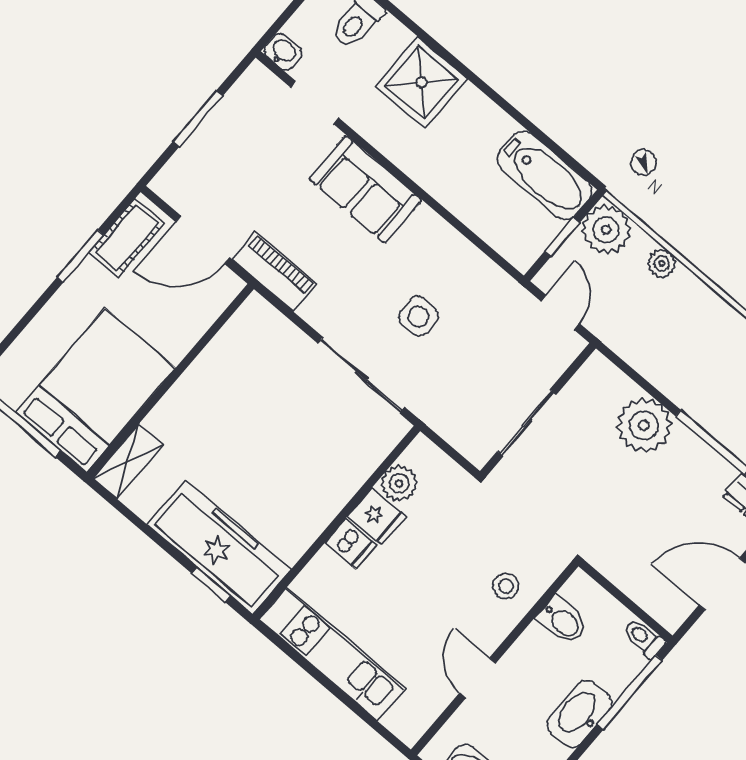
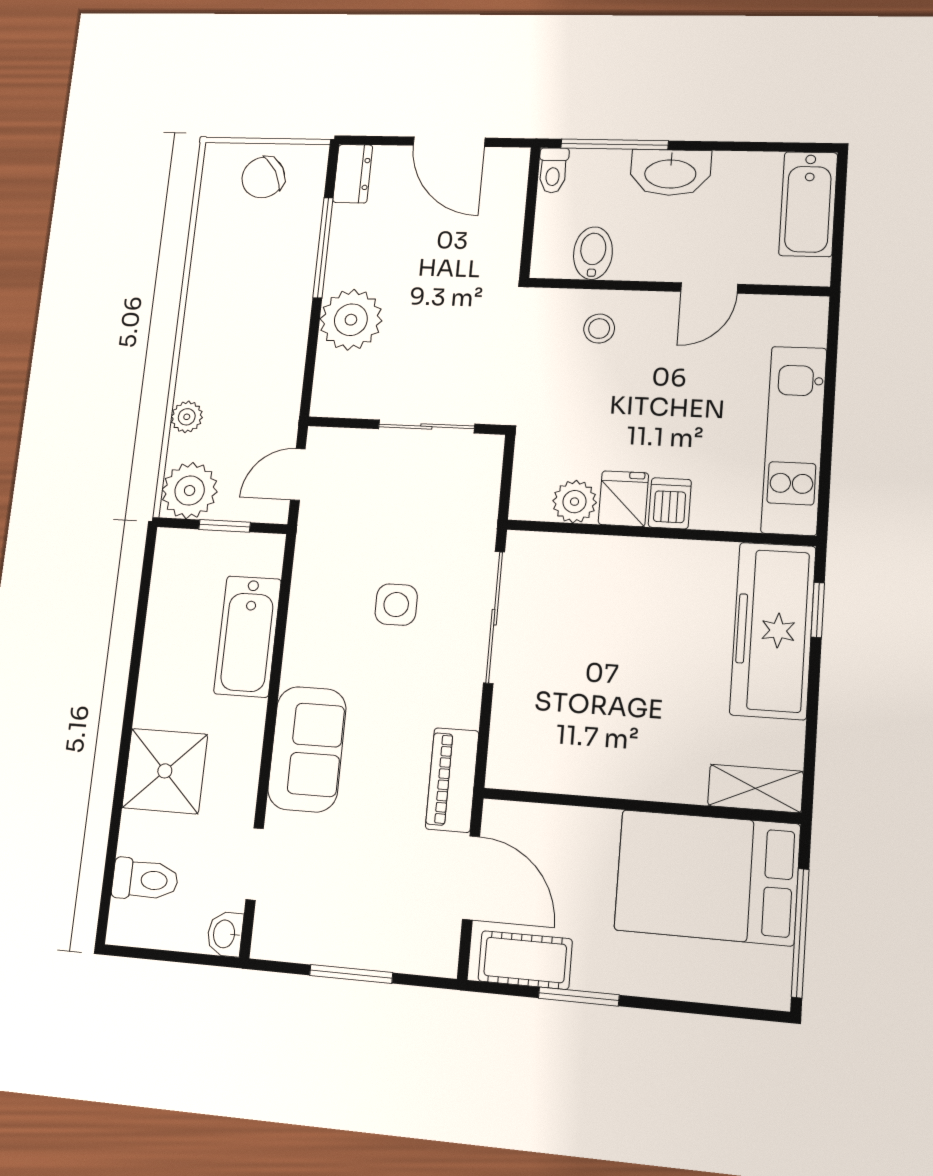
bathtub: (544, 175) -> (248, 636), moved, turned 180

